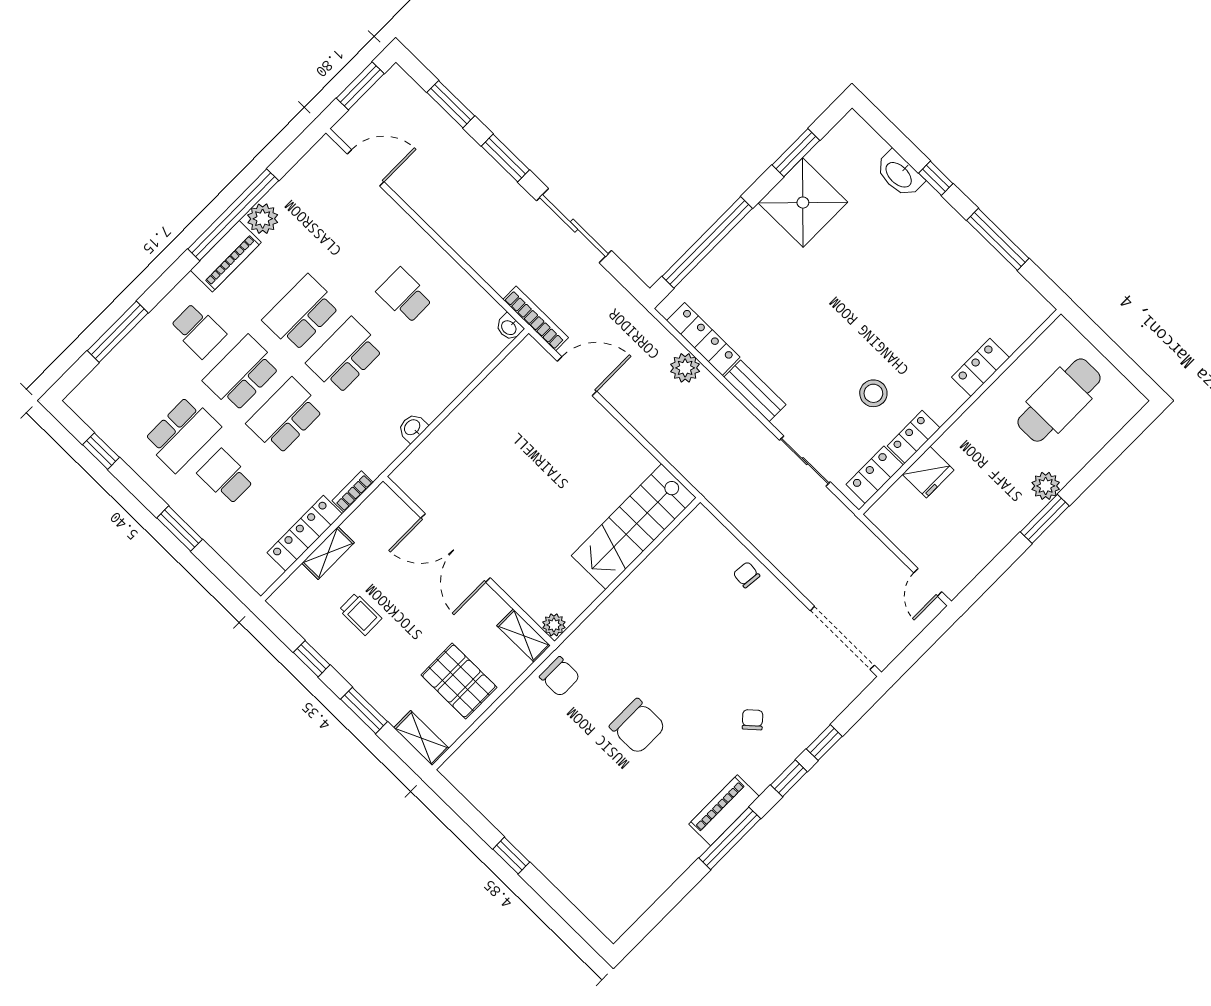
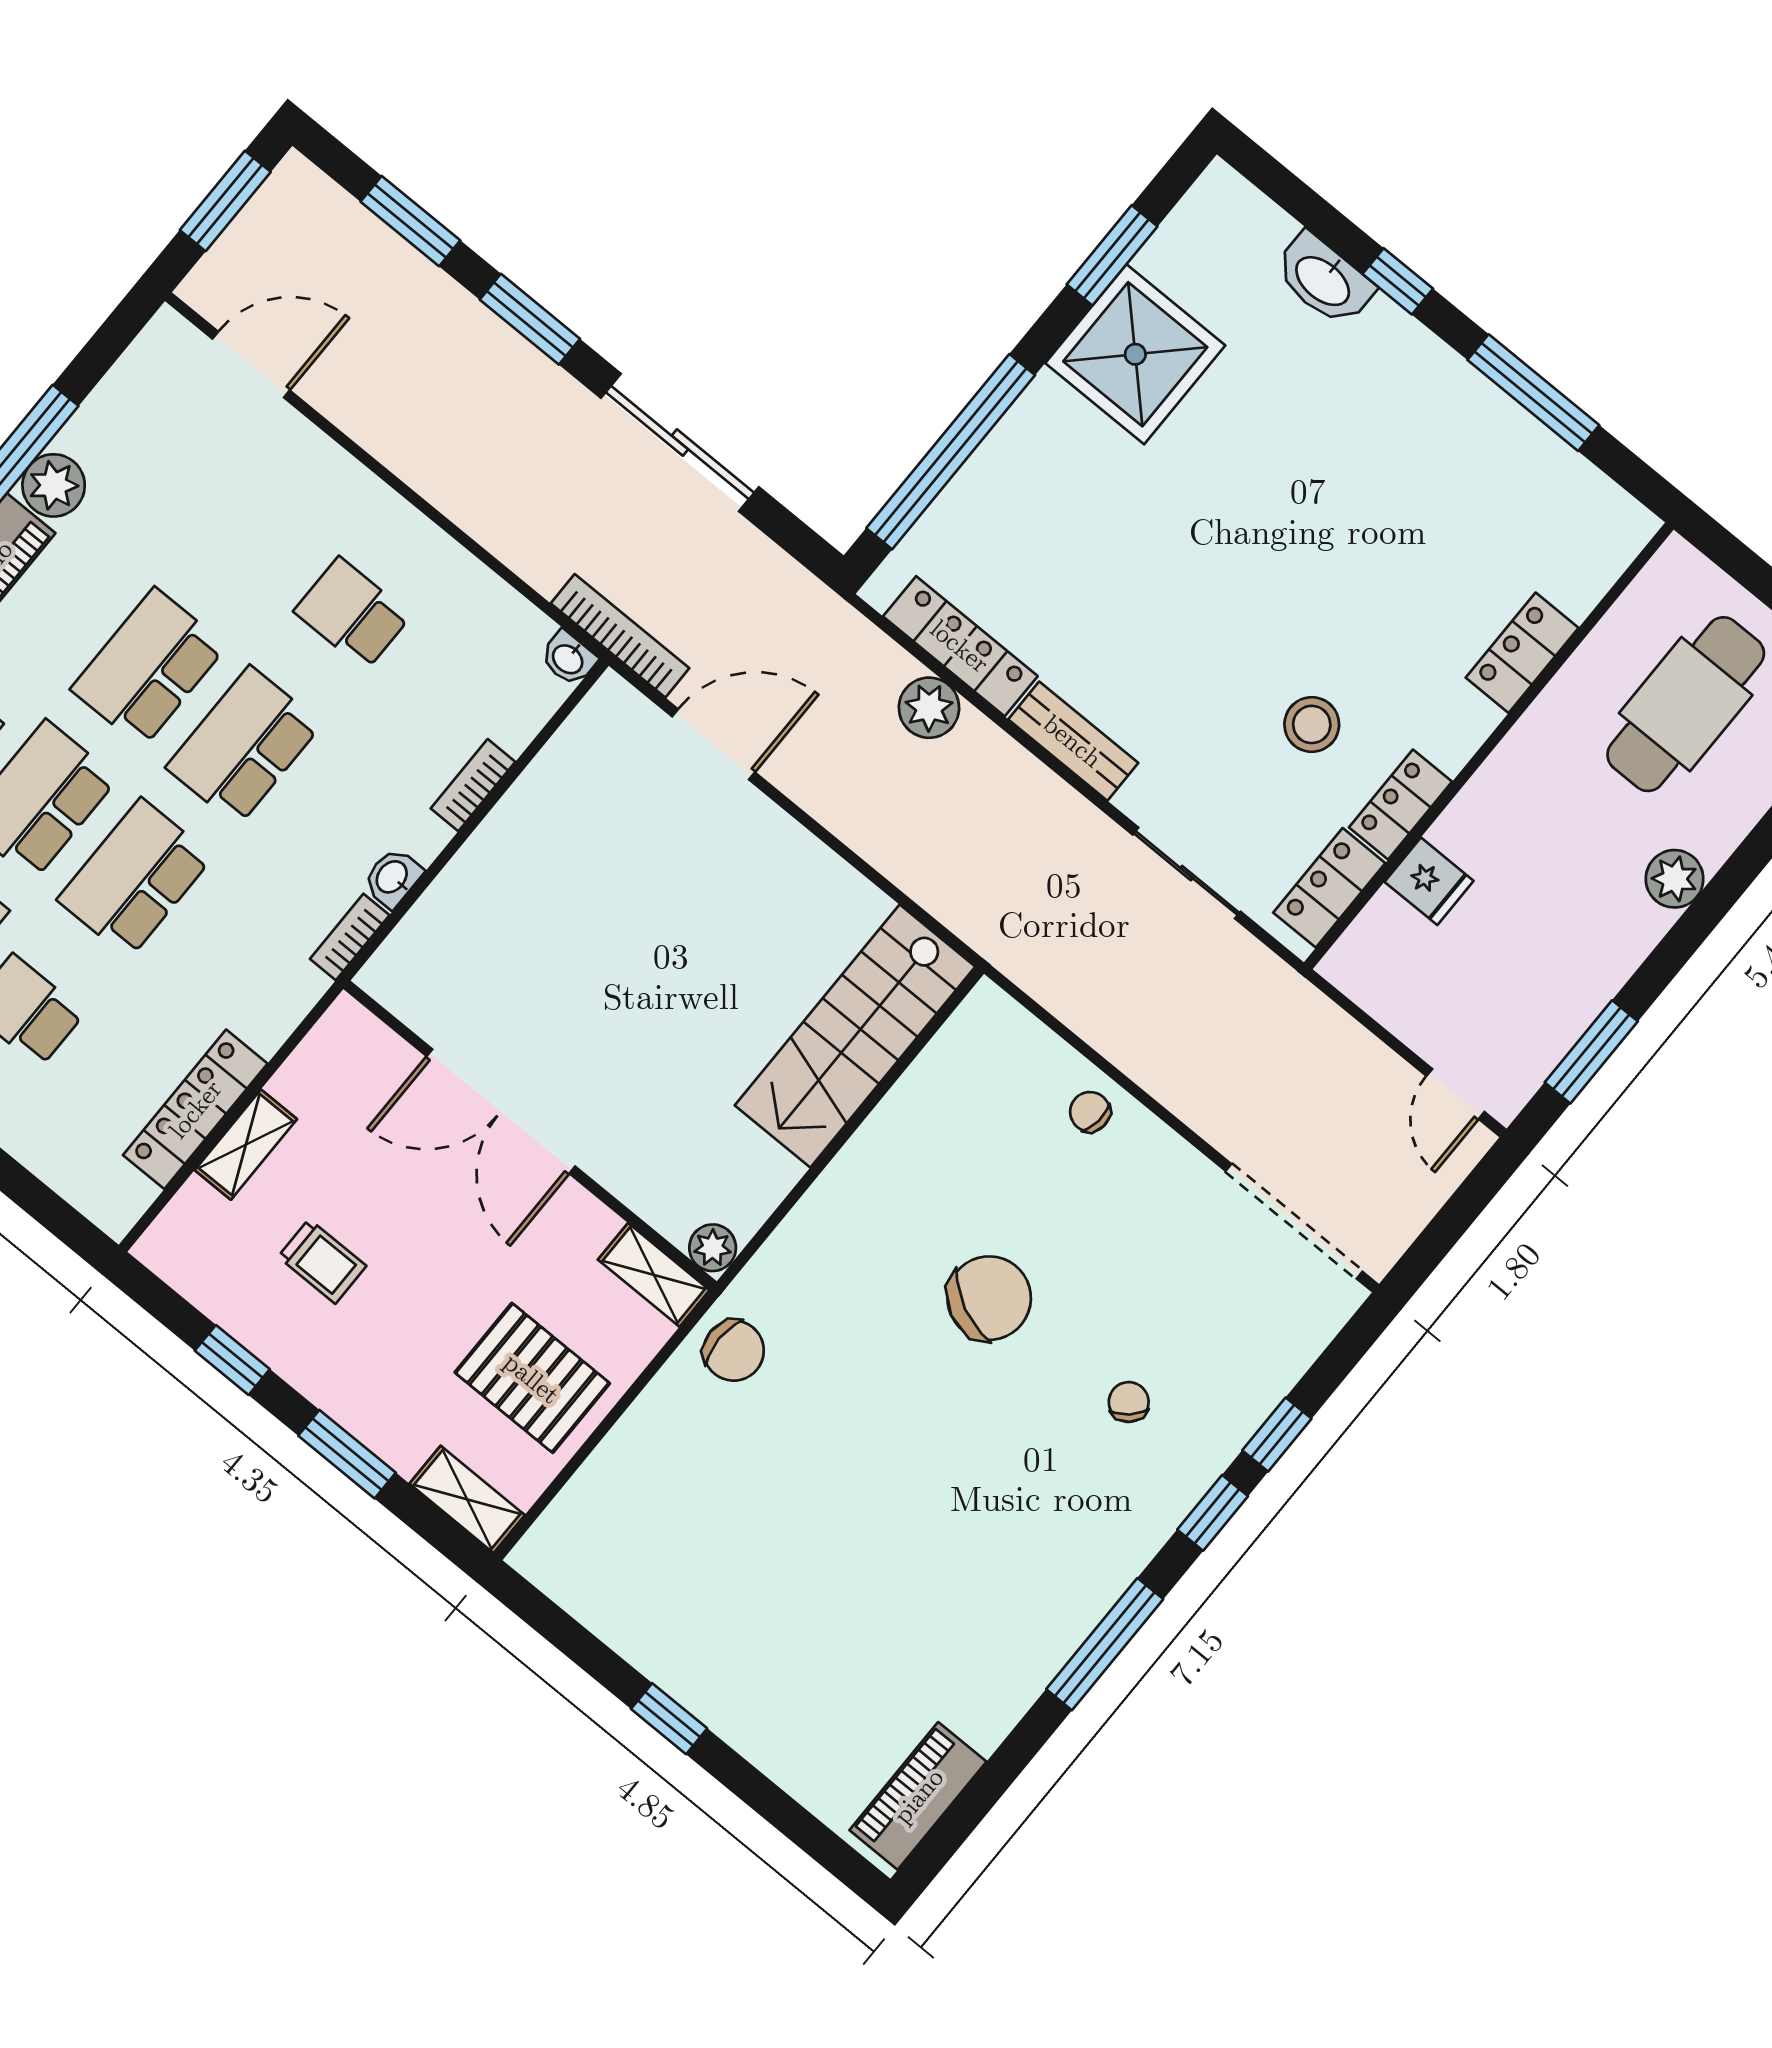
bookcase: (456, 386) -> (473, 785), added
fridge: (928, 472) -> (1429, 881), width x0.72
bookcase: (353, 492) -> (350, 937), moved
window: (1045, 519) -> (1591, 1052), moved
chair: (637, 726) -> (989, 1298), moved, turned -64
piano: (724, 810) -> (918, 1796), moved

